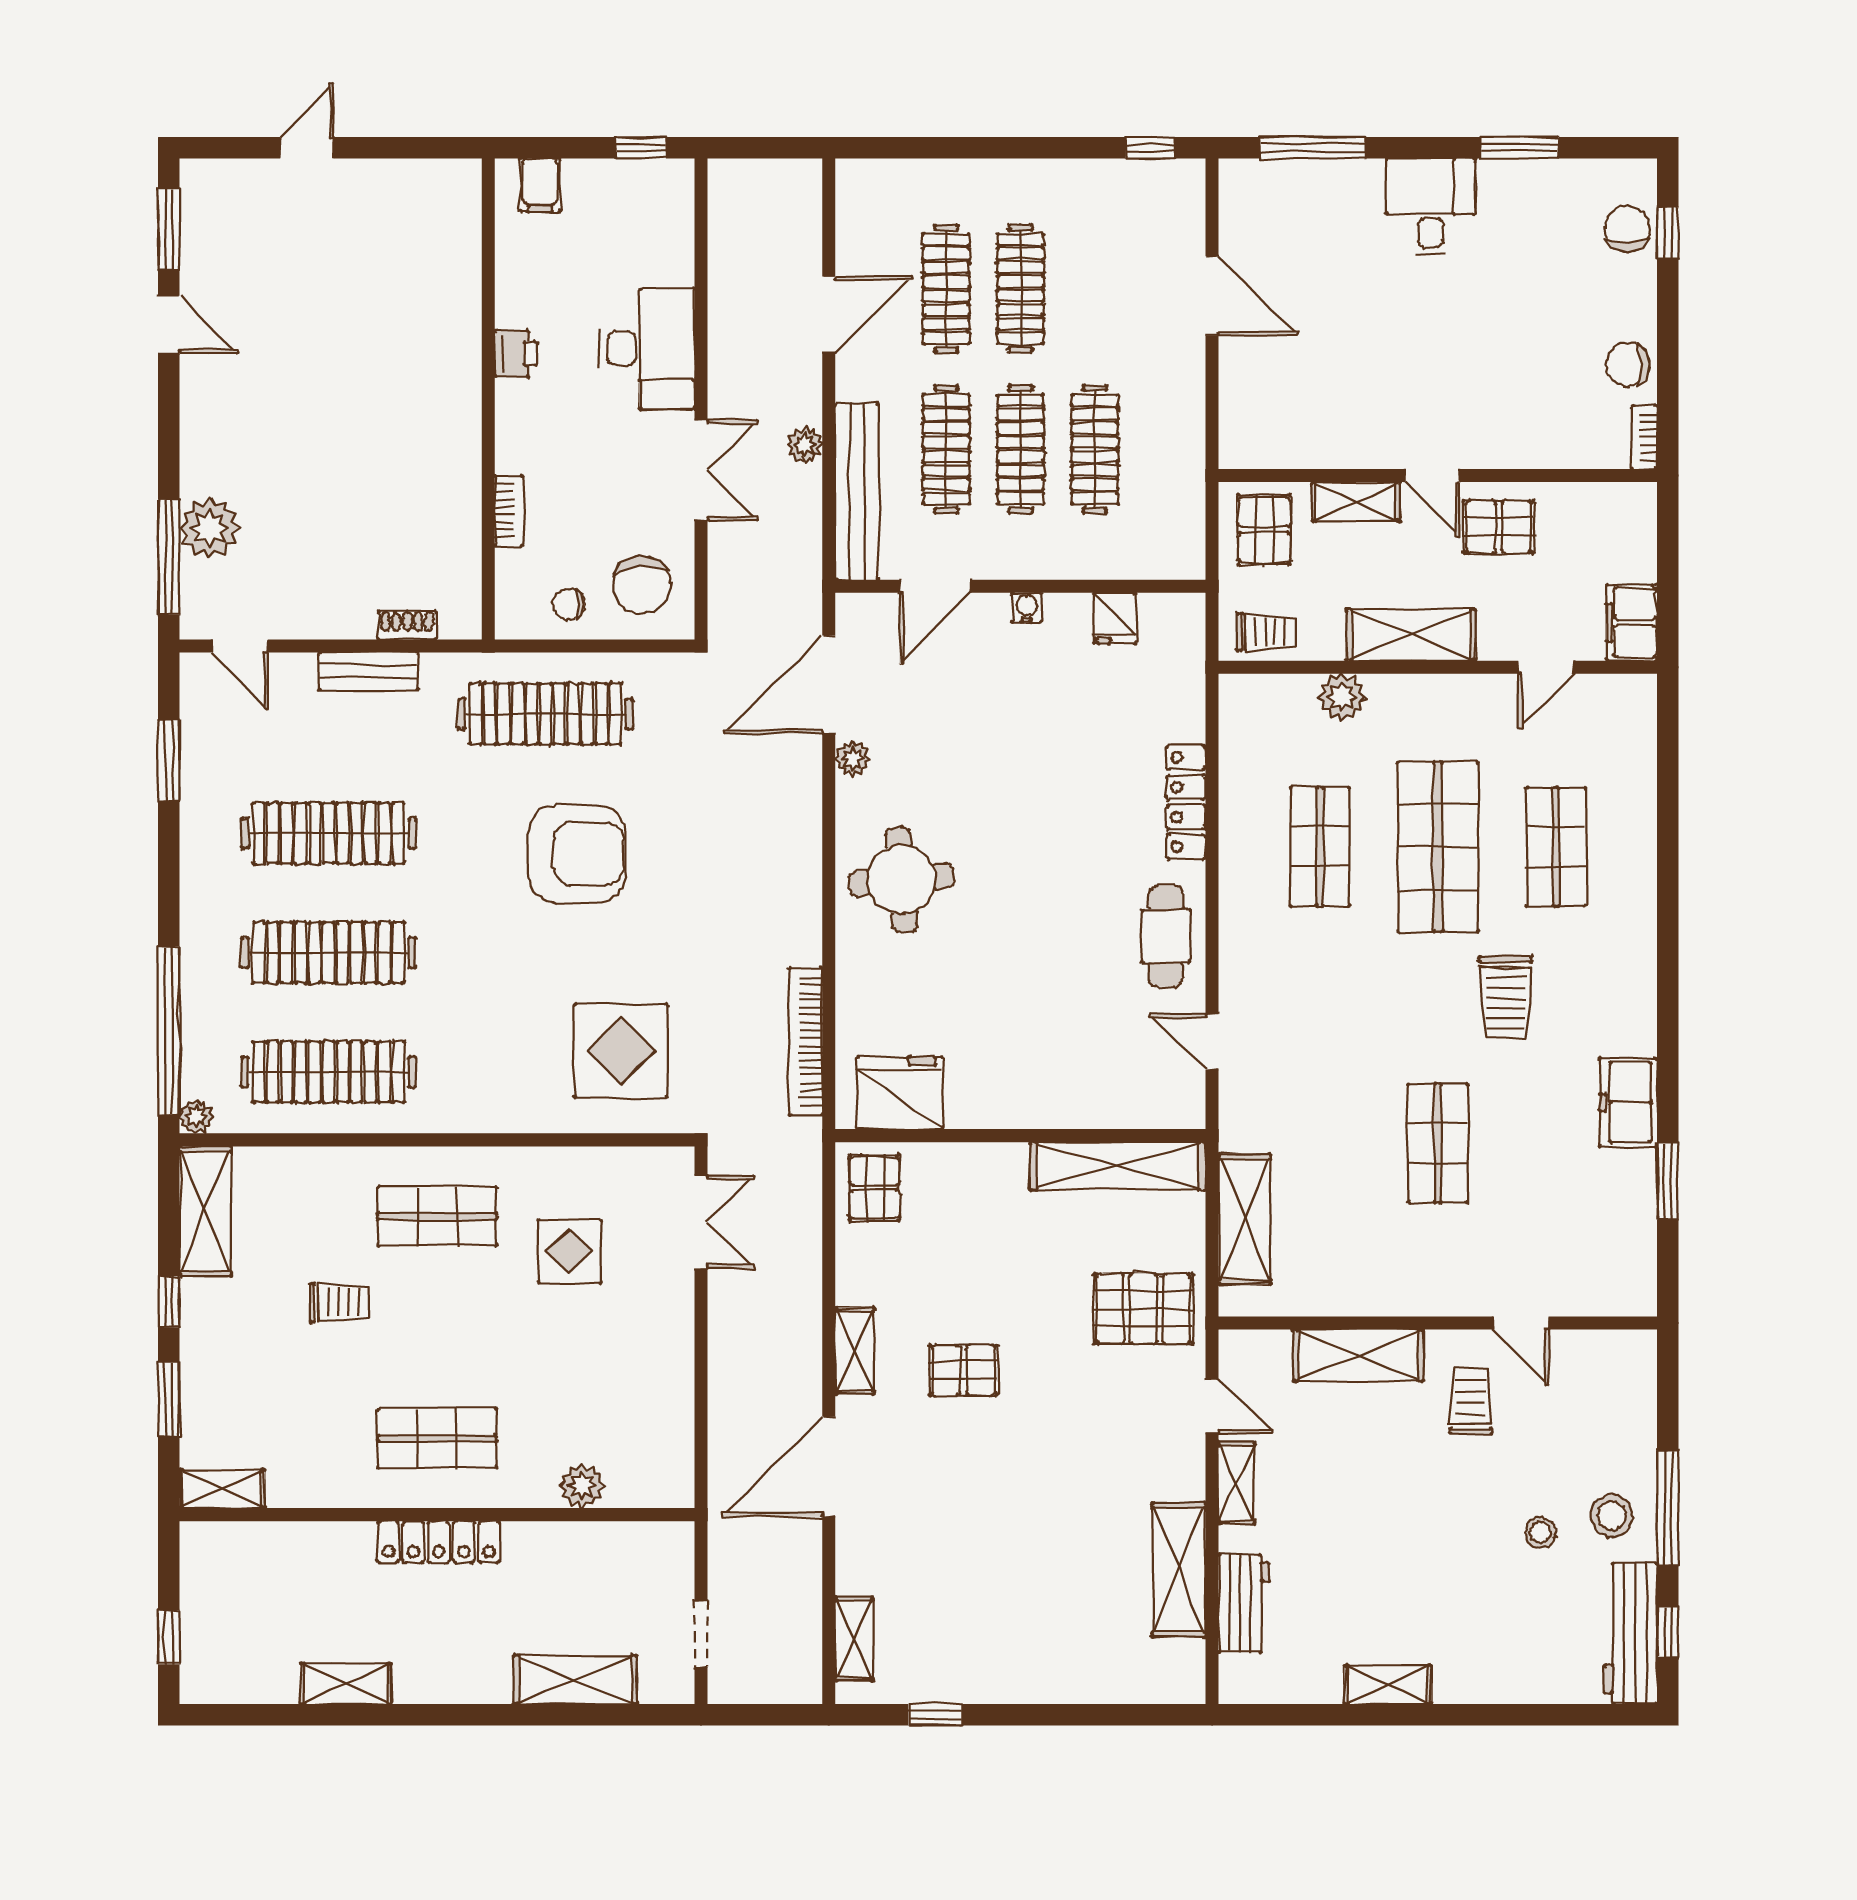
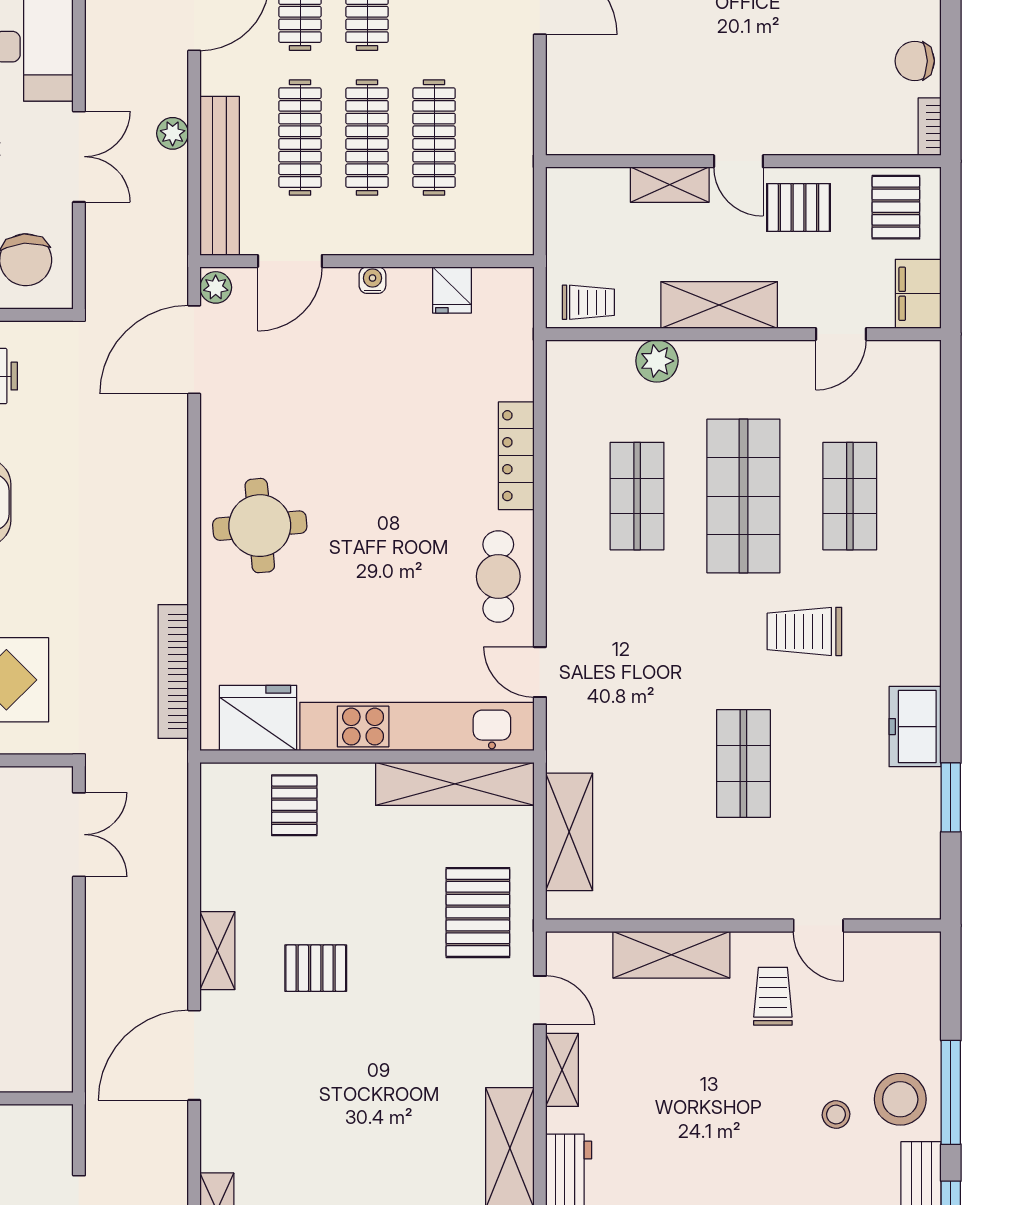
pallet: (1264, 530) -> (896, 207), moved
plant: (853, 759) -> (216, 287), moved
trolley: (1505, 997) -> (804, 631), turned 90
kitchen unit: (1076, 1102) -> (417, 727), added
pallet: (875, 1188) -> (294, 805), moved
pallet: (1143, 1309) -> (478, 913), turned 90
stool: (1612, 1516) -> (900, 1099), width x1.38, depth x1.38

